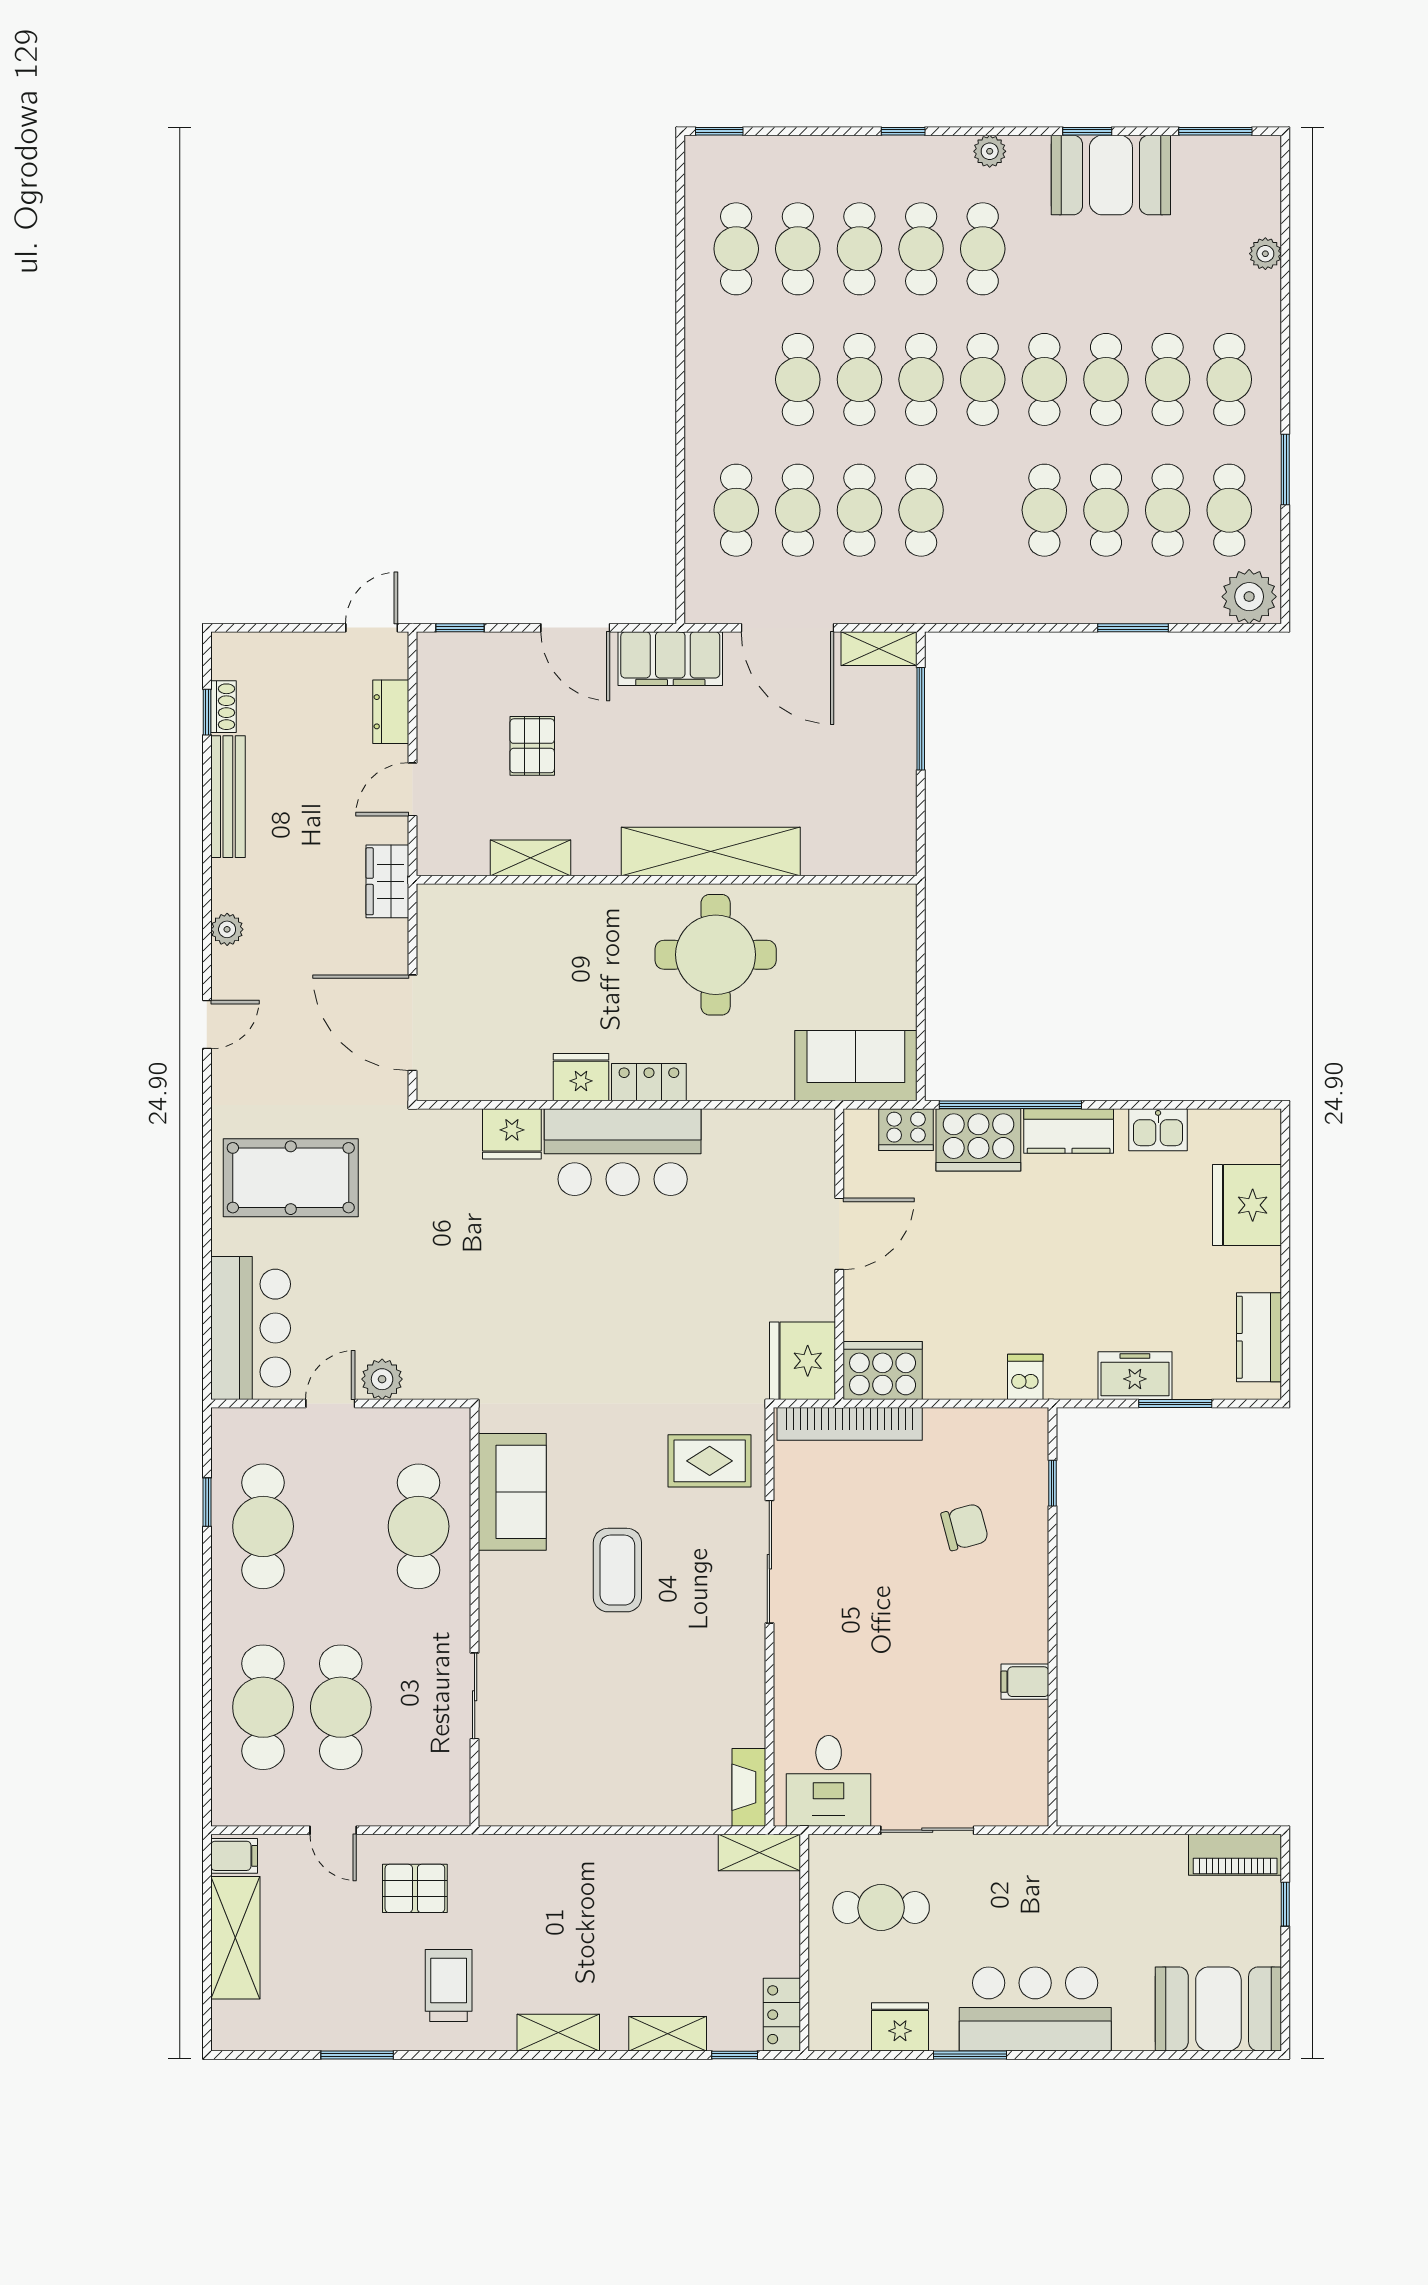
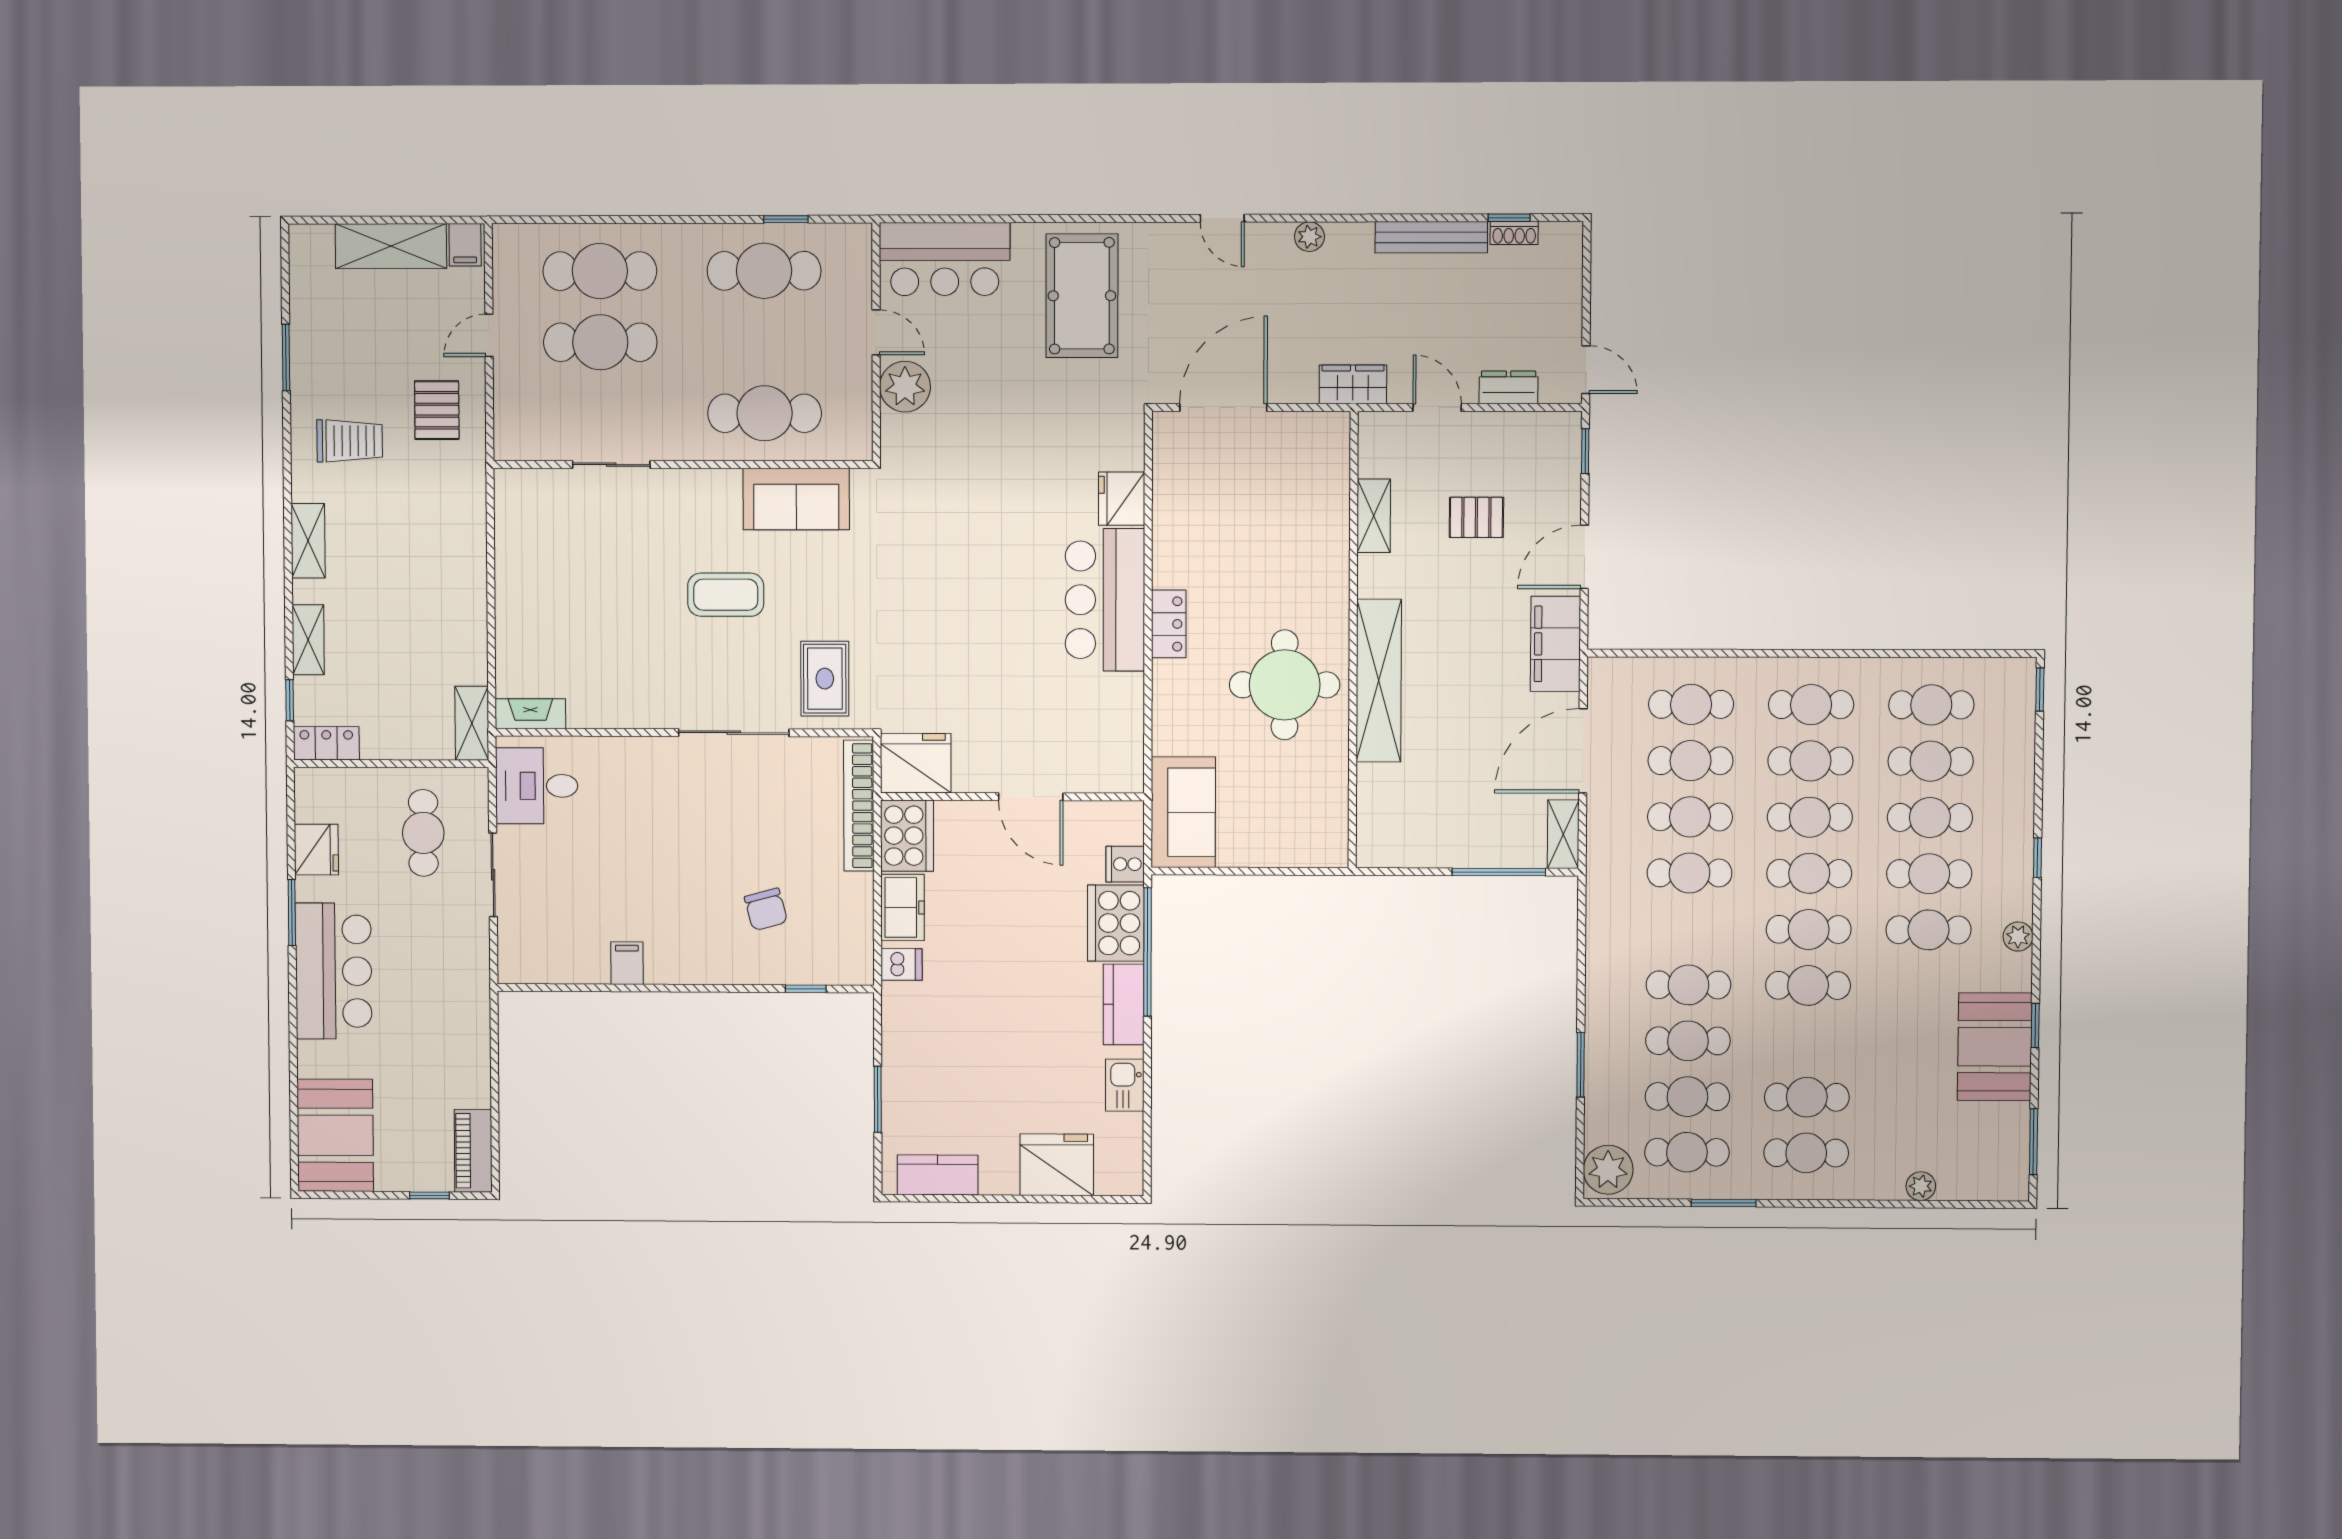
cafe table: (1106, 379) -> (1811, 705), moved
fridge: (581, 1077) -> (1173, 562), removed
cooker: (906, 1130) -> (1125, 864), width x0.73
freezer: (1135, 1376) -> (902, 907), moved
plant: (382, 1379) -> (905, 387), width x1.36, depth x1.36

